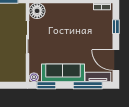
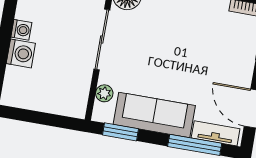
plant: (34, 77) -> (104, 93), moved

